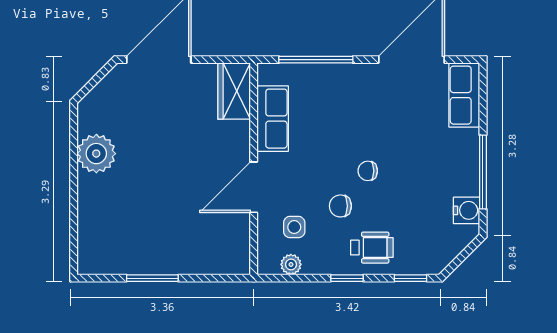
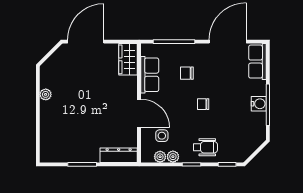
plant: (96, 154) -> (46, 94), width x0.53, depth x0.53
door: (254, 187) -> (139, 113), swing flipped
chair: (340, 206) -> (187, 73), moved
water cooler: (467, 210) -> (259, 104), moved
dresser: (217, 262) -> (119, 155), added
plant: (314, 264) -> (173, 157), added

